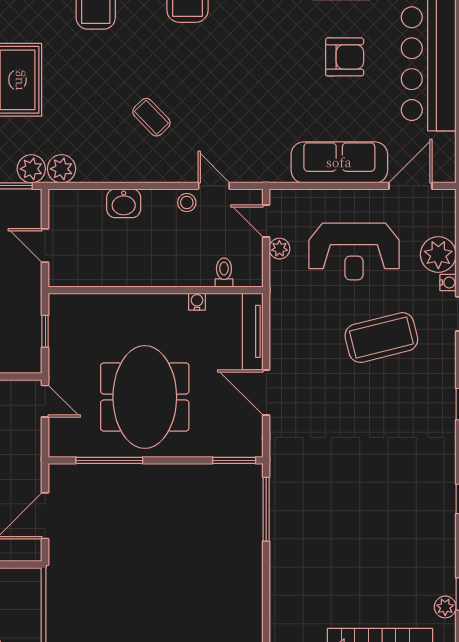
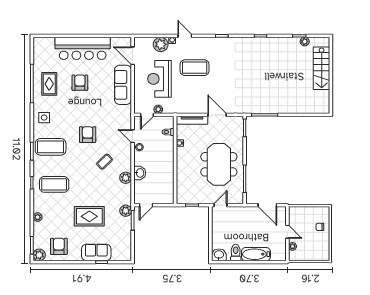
armchair: (218, 76) -> (88, 135), added
plant: (62, 169) -> (126, 178), moved
door: (214, 186) -> (133, 136), hinge flipped
door: (45, 246) -> (146, 205), moved
reception desk: (354, 251) -> (159, 79), turned 180
coffee table: (381, 338) -> (195, 68), turned -76
door: (266, 393) -> (217, 115), swing flipped
meeting table: (145, 397) -> (219, 164), turned 90

